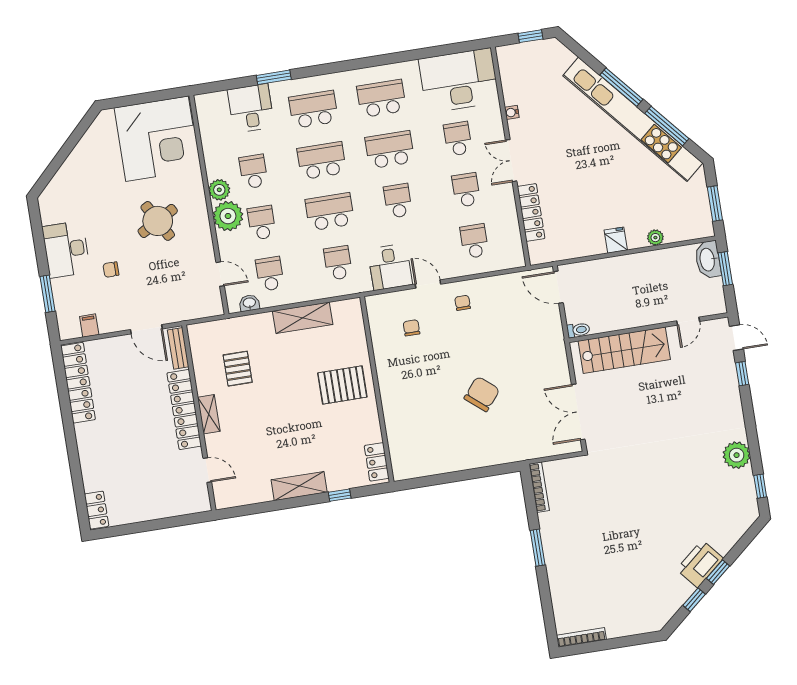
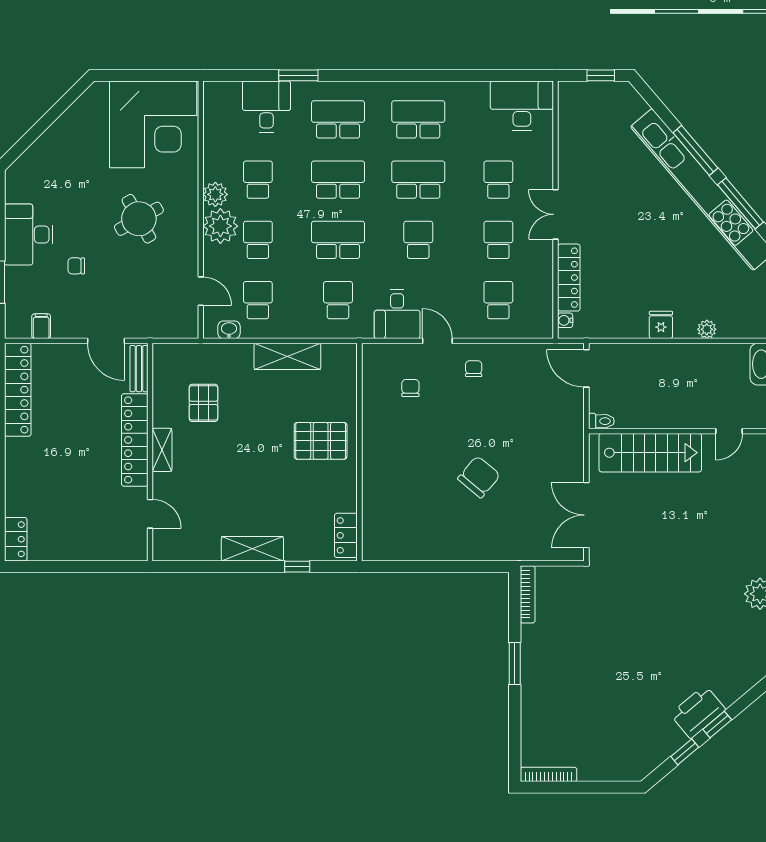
desk: (459, 80) -> (522, 106), width x0.73, depth x0.77
water cooler: (512, 112) -> (565, 320), moved

